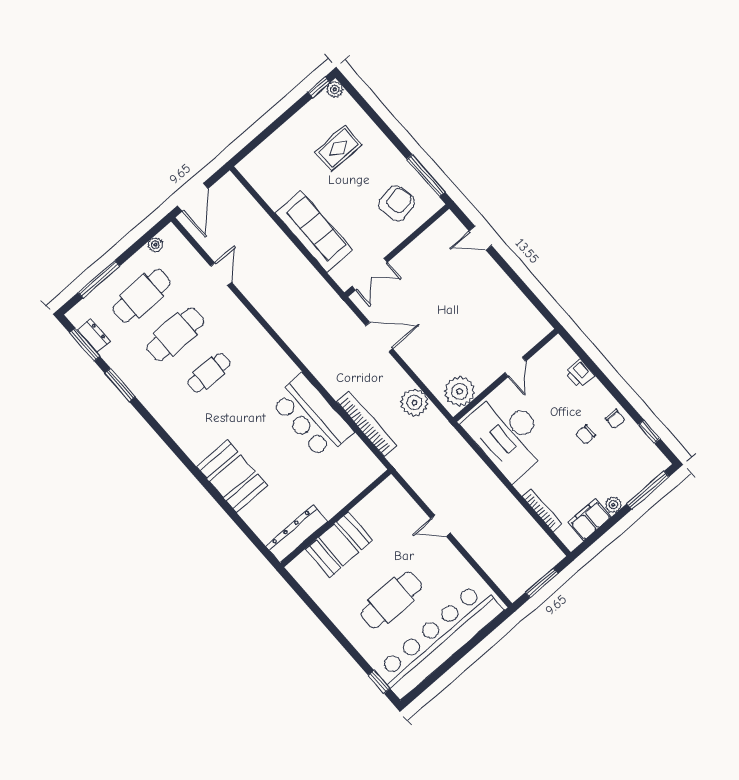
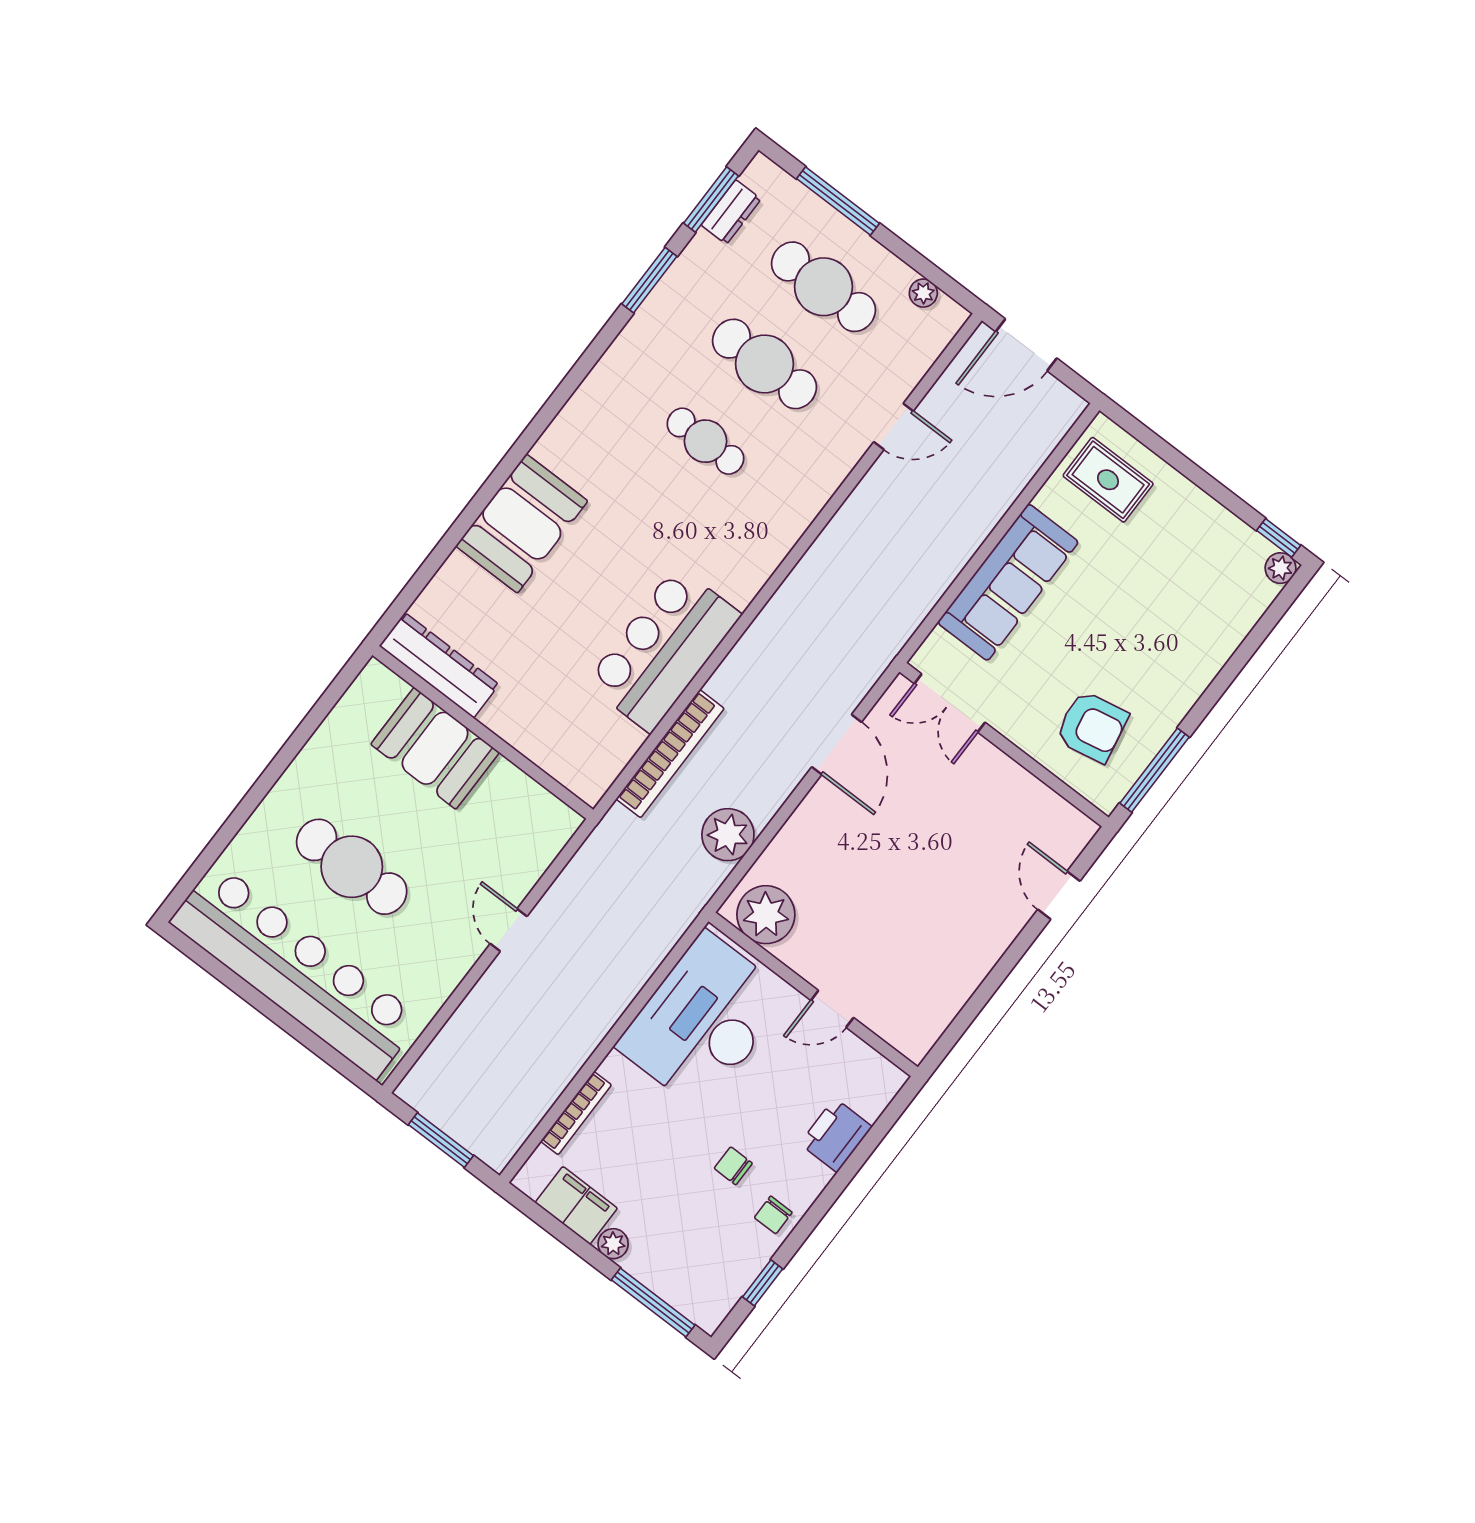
rug: (338, 148) -> (1108, 480), moved
printer: (580, 374) -> (836, 1135), width x1.36, depth x1.24
window: (379, 682) -> (195, 875), removed

